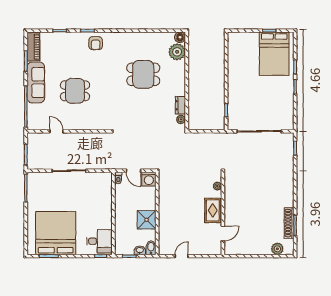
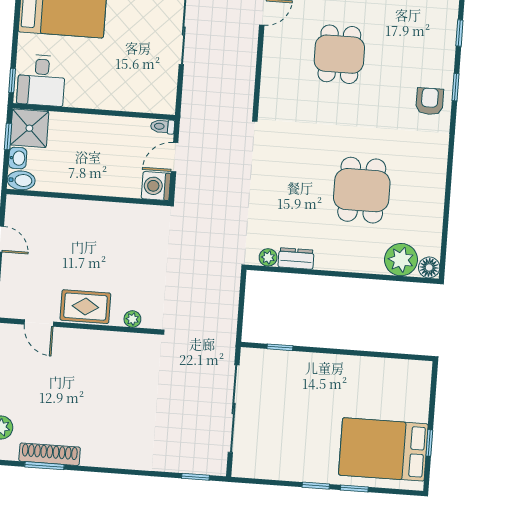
armchair: (96, 43) -> (430, 101), turned 90
shower: (147, 220) -> (29, 128), moved

